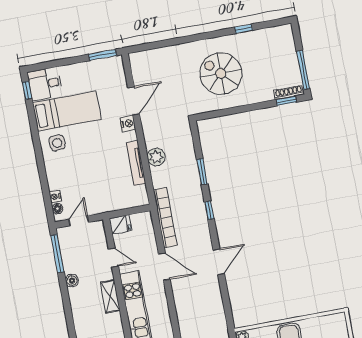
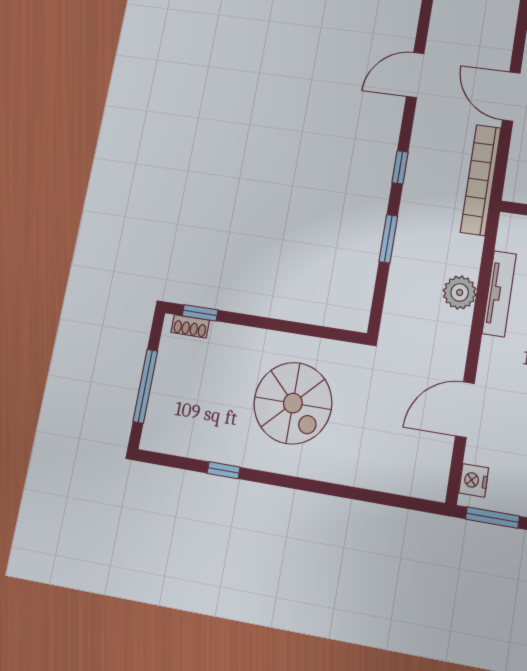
window: (303, 70) -> (145, 386), moved
shoe rack: (289, 92) -> (190, 326), width x0.70
nightstand: (128, 124) -> (474, 480), moved

